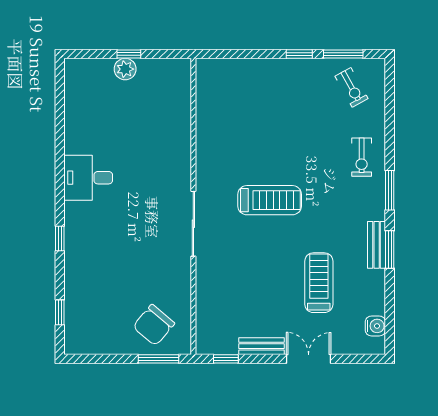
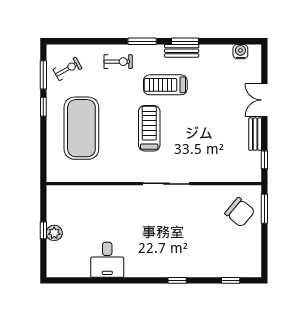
exercise mat: (270, 107) -> (81, 128), added
desk: (88, 178) -> (107, 260), moved
treadmill: (319, 283) -> (165, 85), moved

